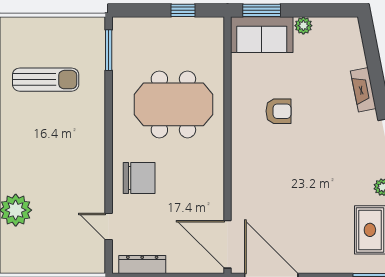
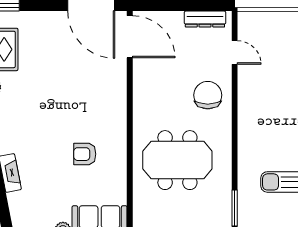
chair: (139, 178) -> (208, 95), turned 90

